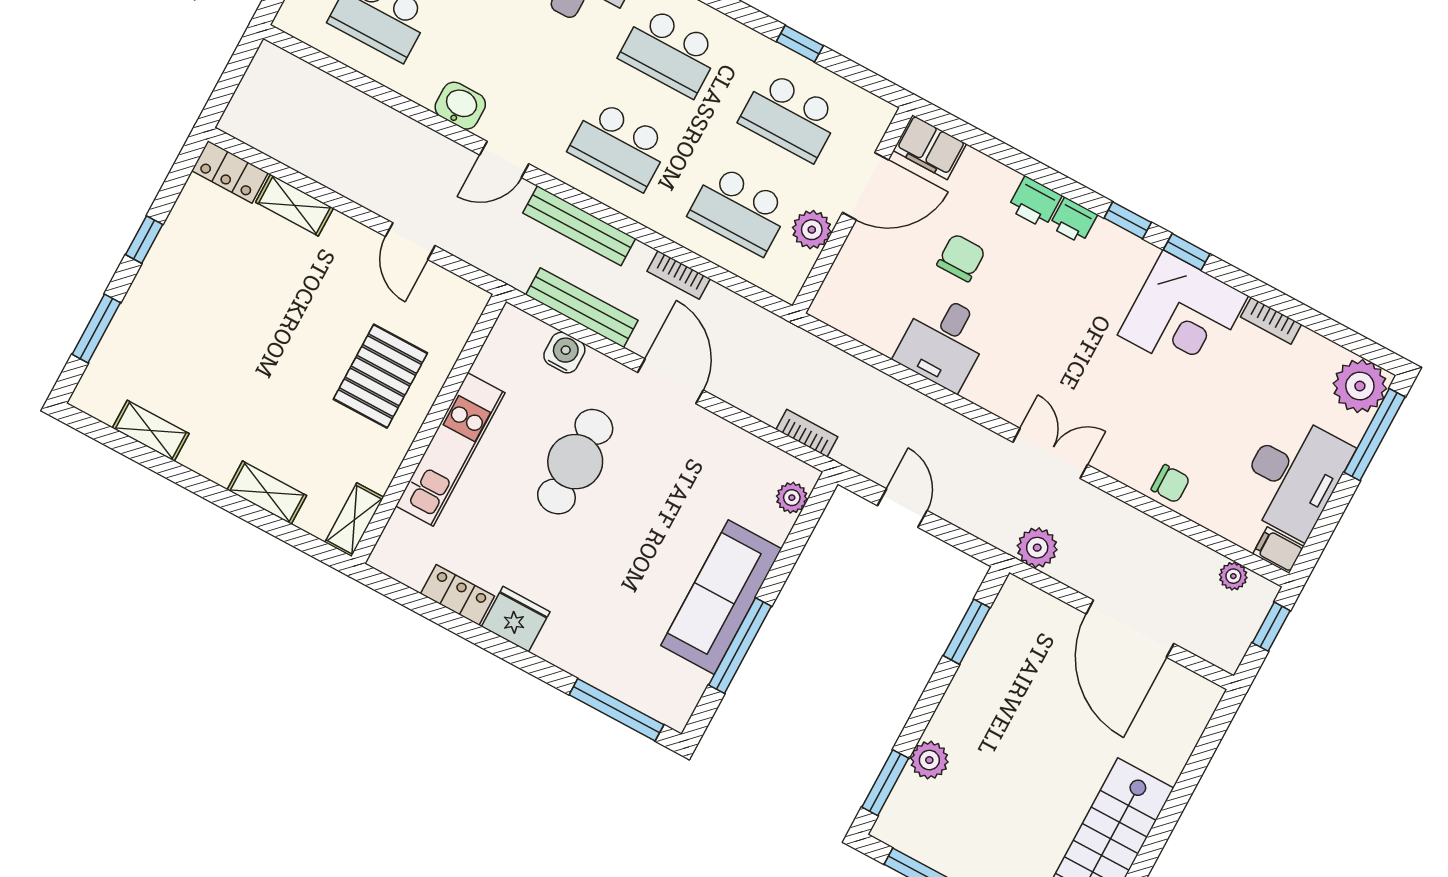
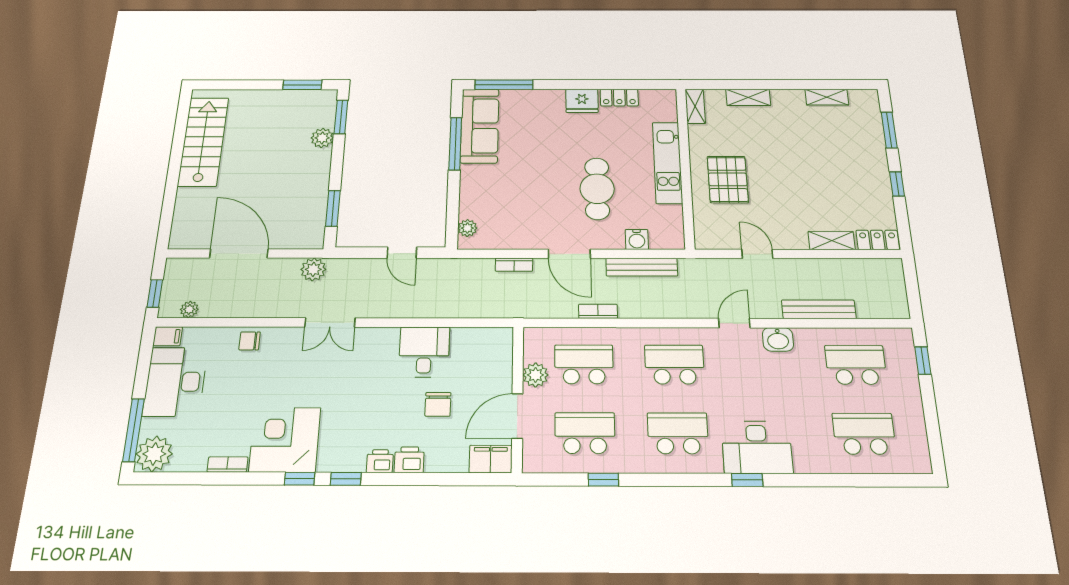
bench: (579, 226) -> (819, 309), moved
bookcase: (807, 433) -> (514, 265), moved
sofa: (721, 597) -> (480, 126), moved

